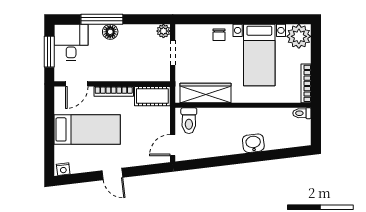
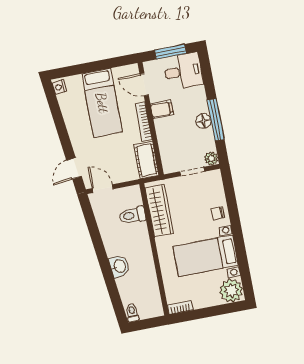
window: (102, 19) -> (216, 120), moved
floor lamp: (110, 32) -> (203, 121), moved
filing cabinet: (105, 71) -> (162, 109), added
bookcase: (306, 83) -> (180, 308), width x0.64
toilet: (302, 113) -> (132, 313), moved
toilet: (189, 121) -> (132, 215), moved
door: (112, 174) -> (74, 168), moved

